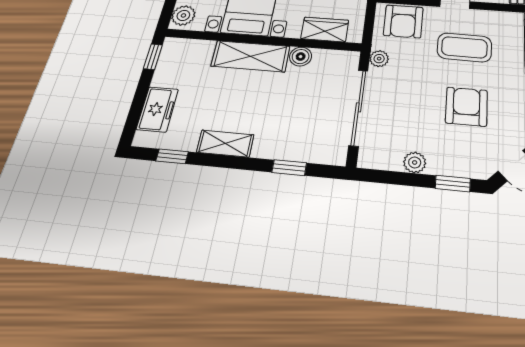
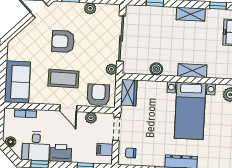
wardrobe: (325, 29) -> (129, 93), moved, turned -90
shelving: (250, 56) -> (192, 71), width x0.67, depth x0.75
armchair: (466, 107) -> (63, 41), turned 90

